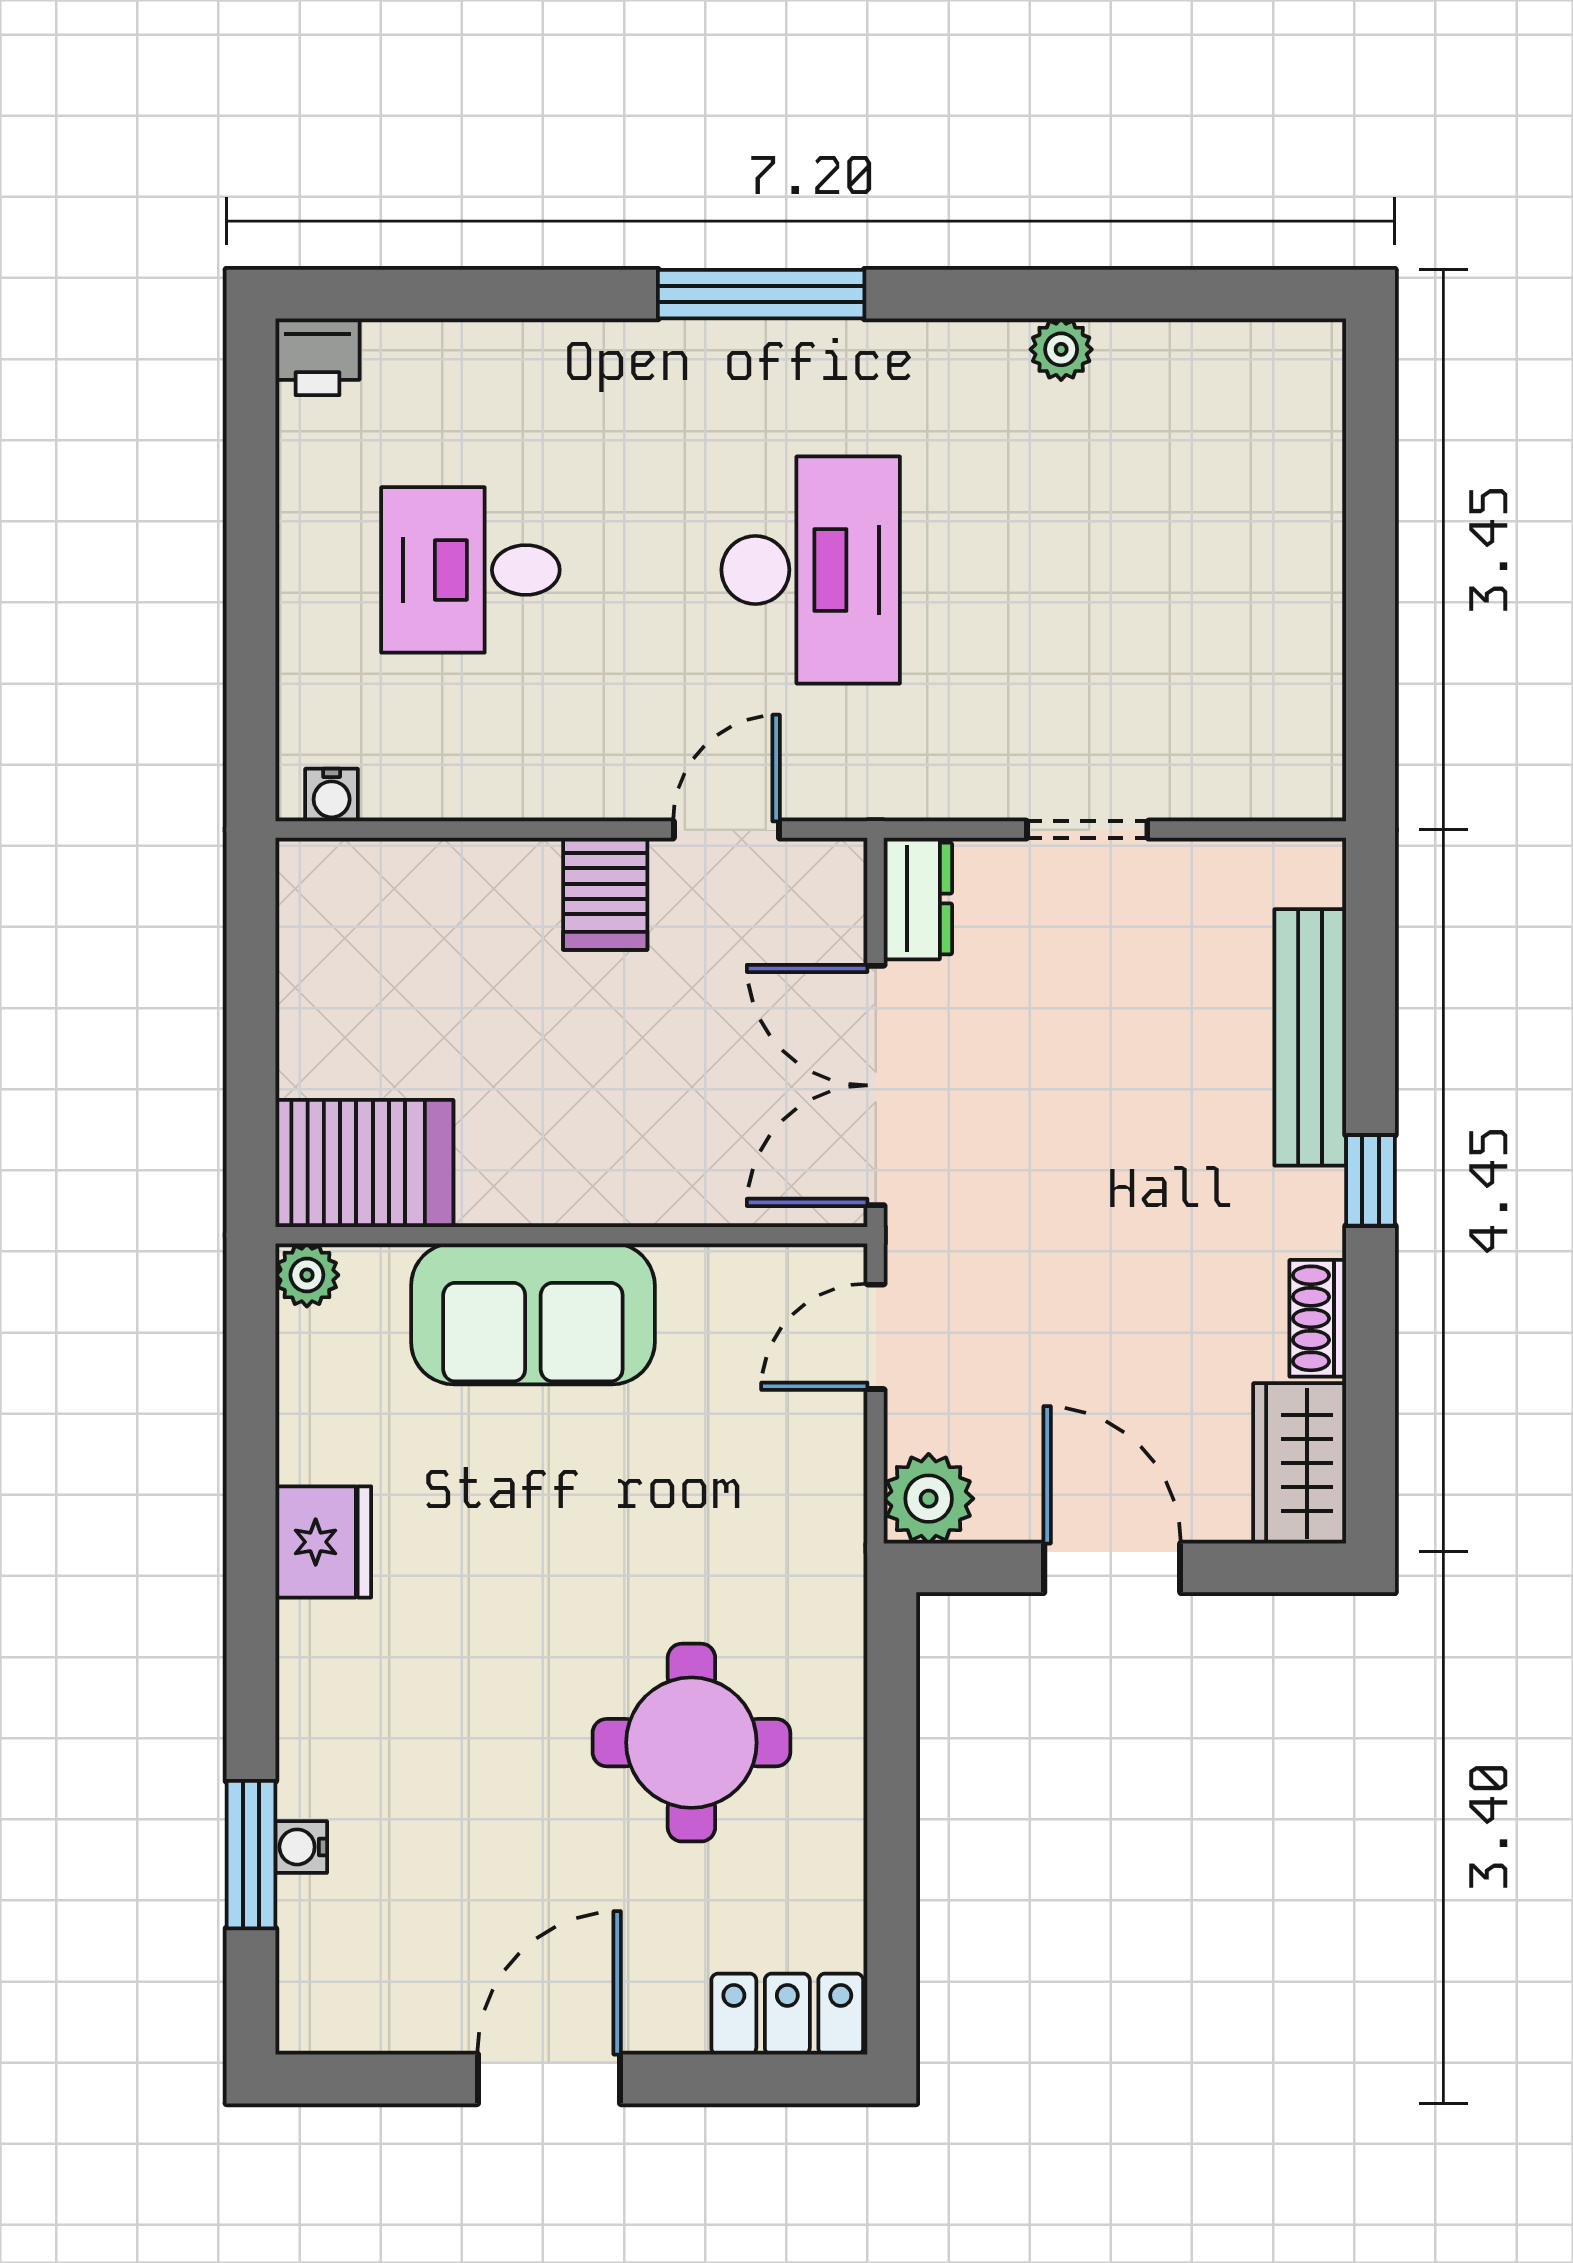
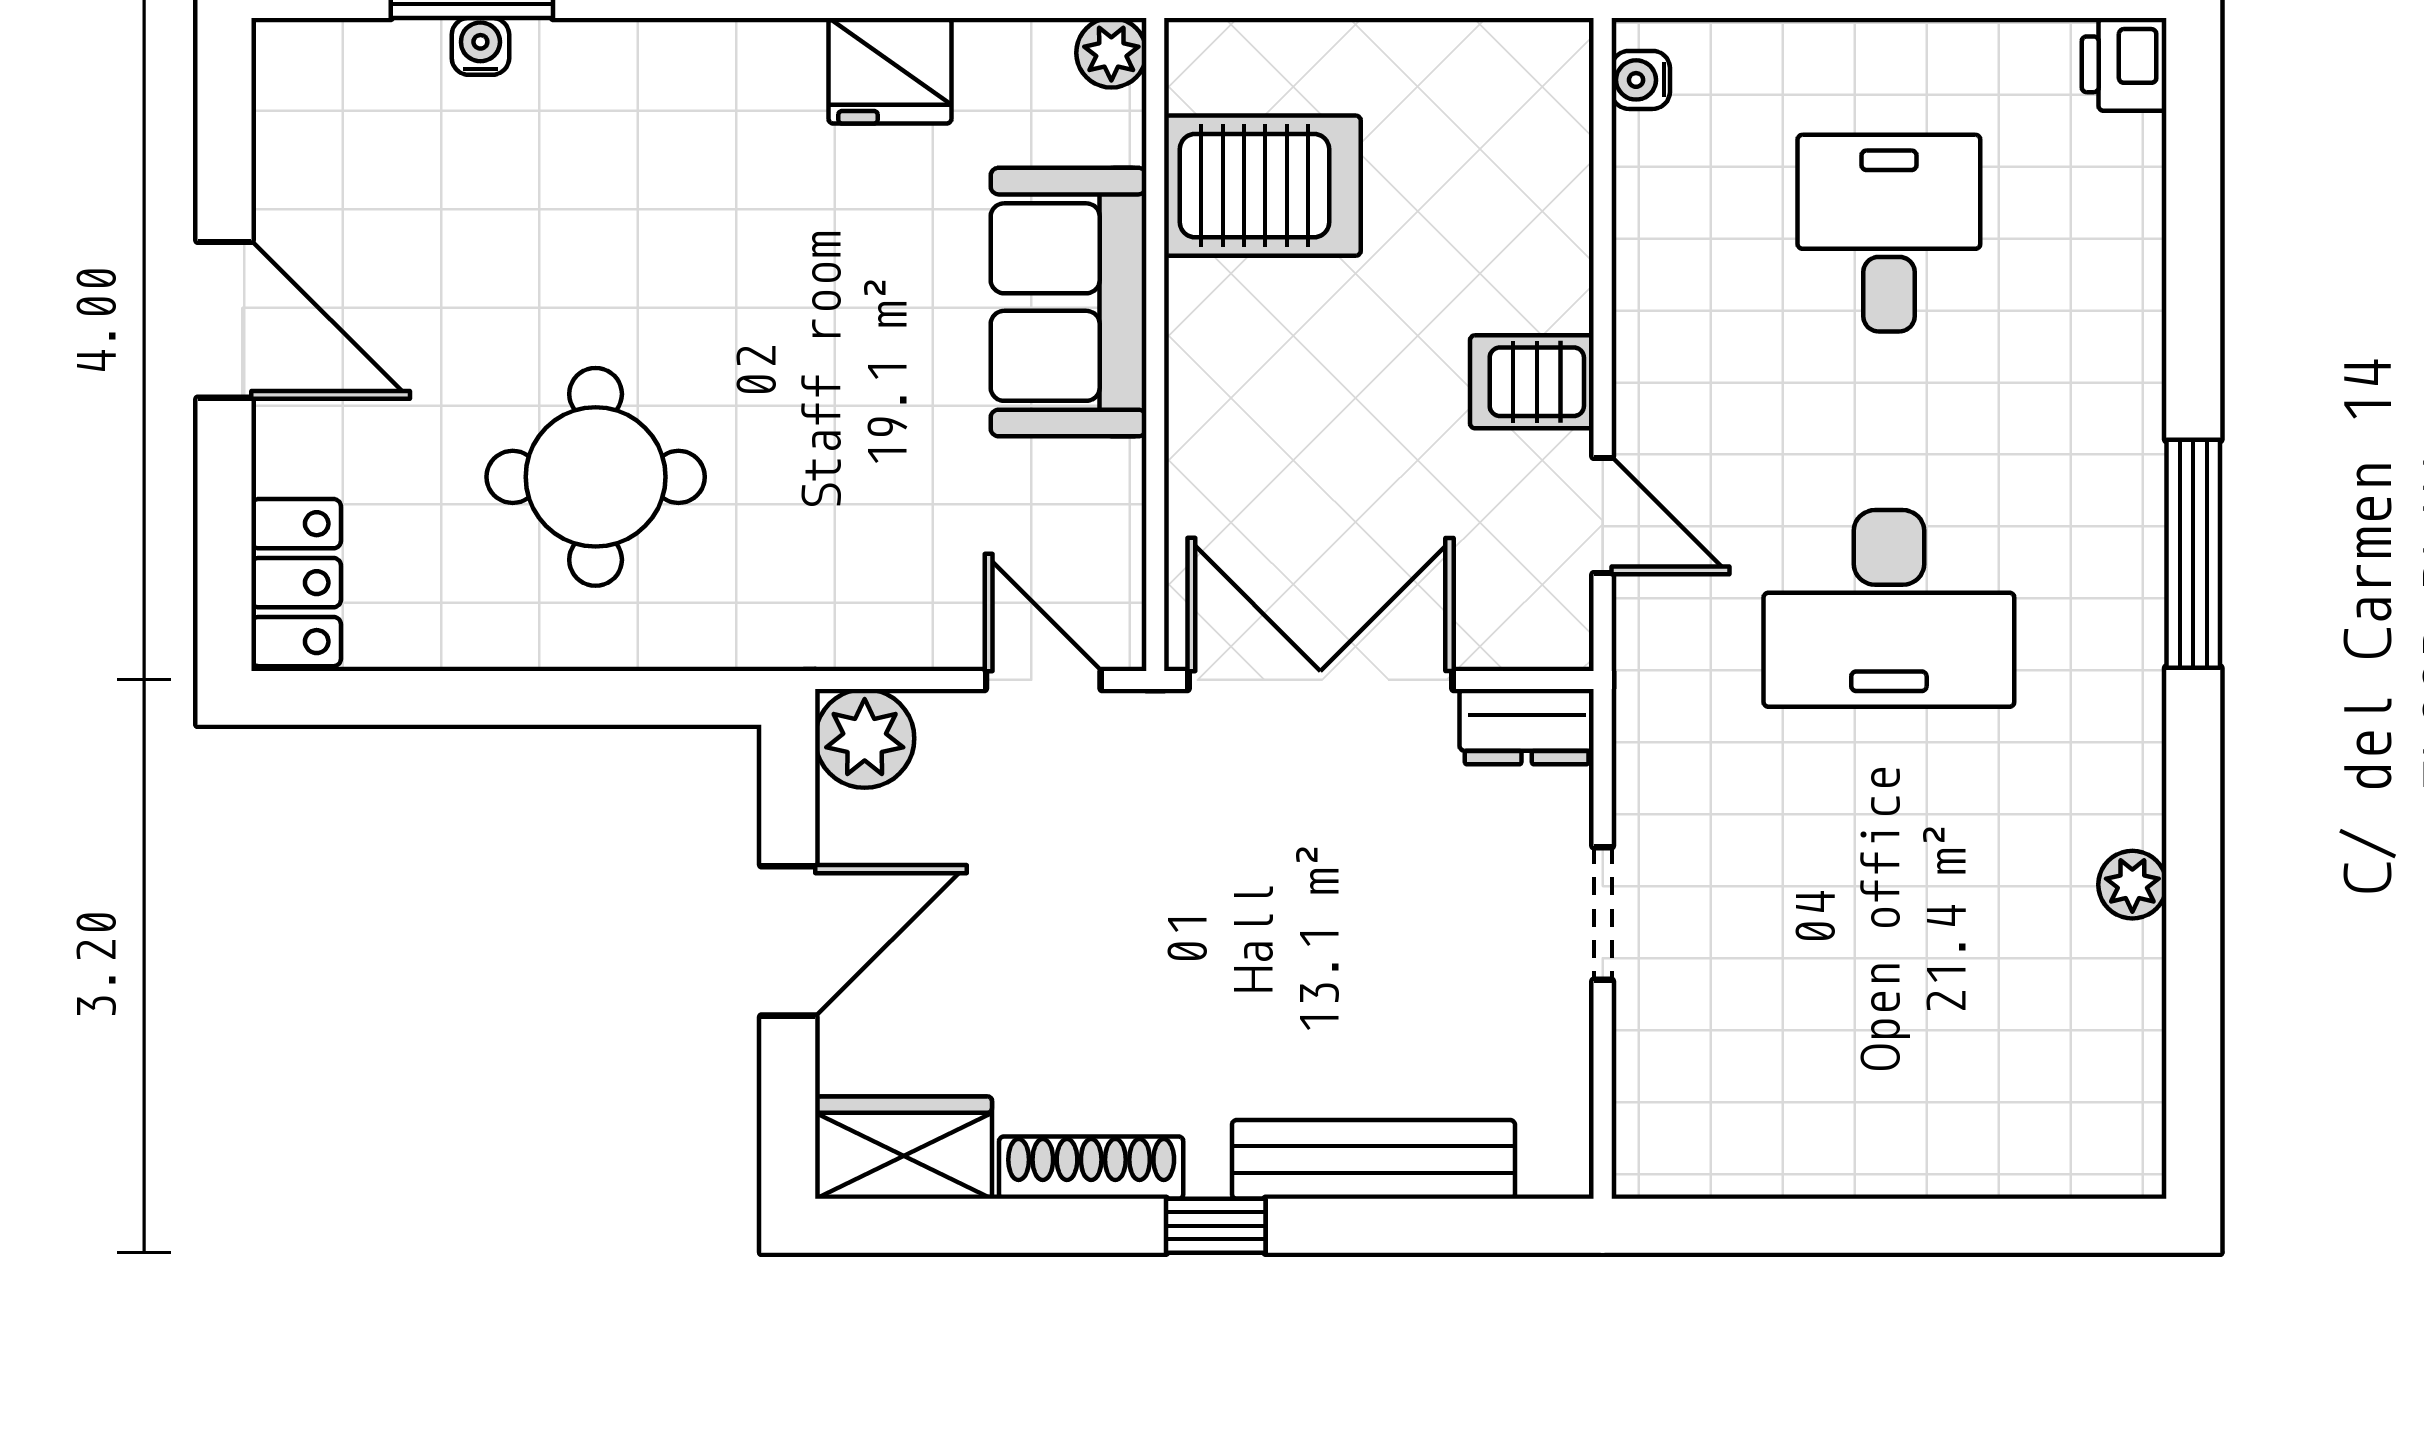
server rack: (364, 1164) -> (1262, 186), moved, turned -90
shoe rack: (1318, 1318) -> (1091, 1168), width x1.43
fridge: (323, 1542) -> (890, 71), moved

